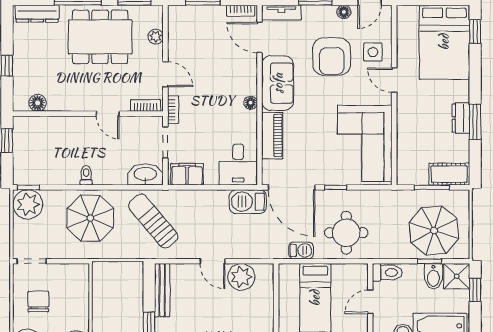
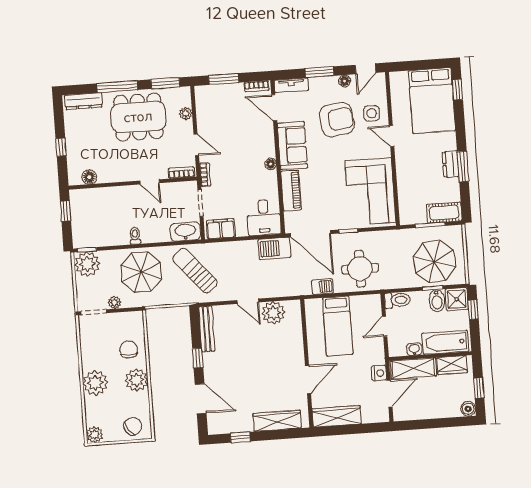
armchair: (332, 57) -> (337, 120), turned -97
plant: (57, 252) -> (115, 303), added
chair: (38, 302) -> (129, 350), moved

